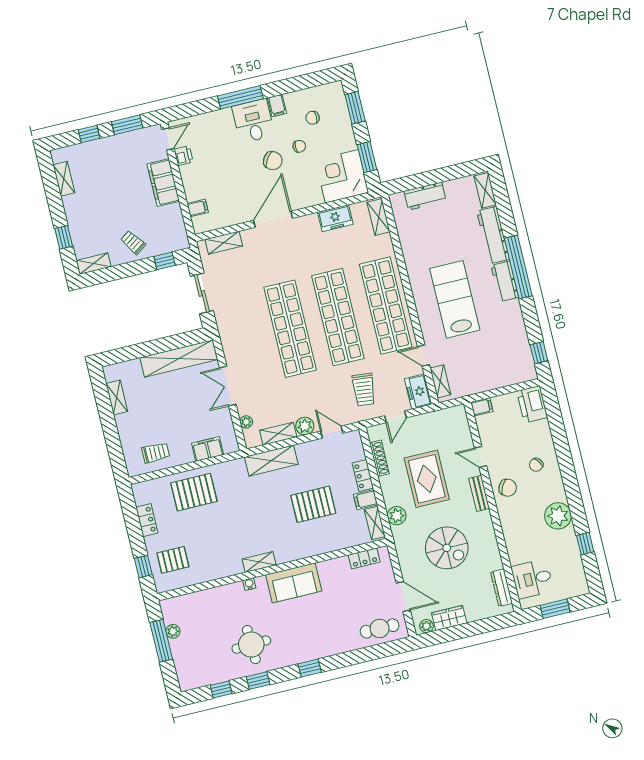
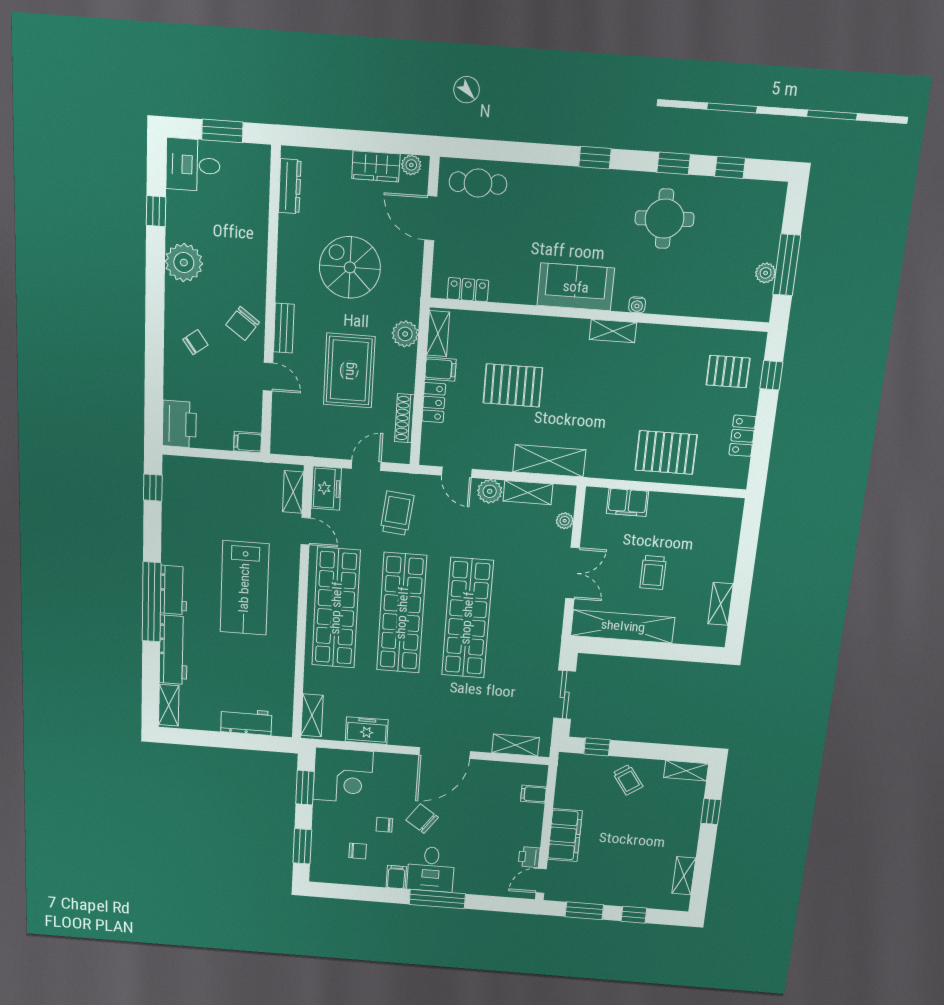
trolley: (156, 453) -> (653, 573), moved, turned -90
chair: (508, 488) -> (243, 323), turned -82
desk: (532, 579) -> (193, 165), moved, turned 180

